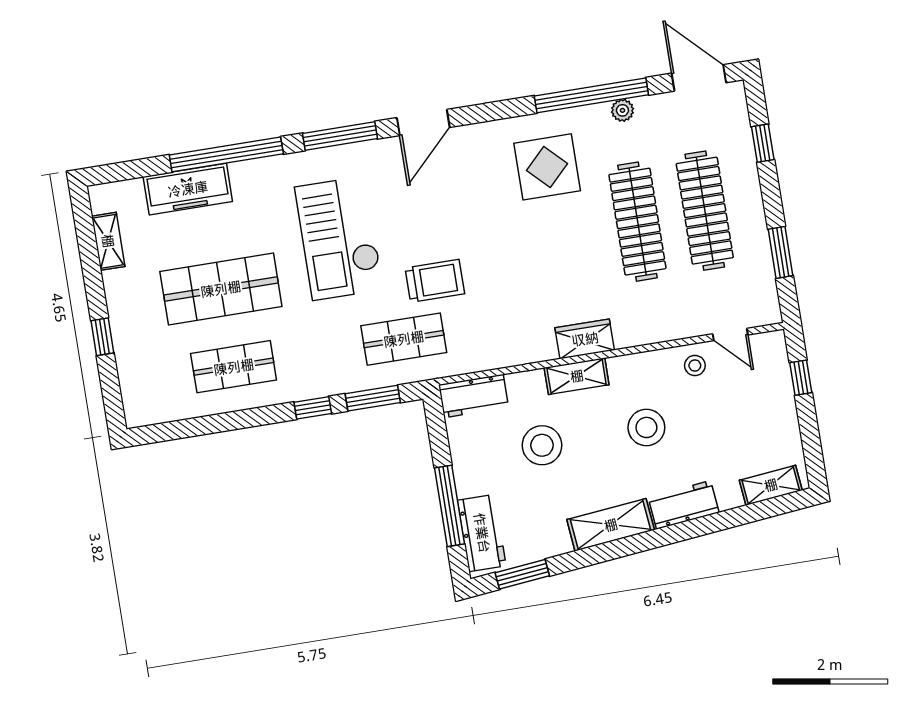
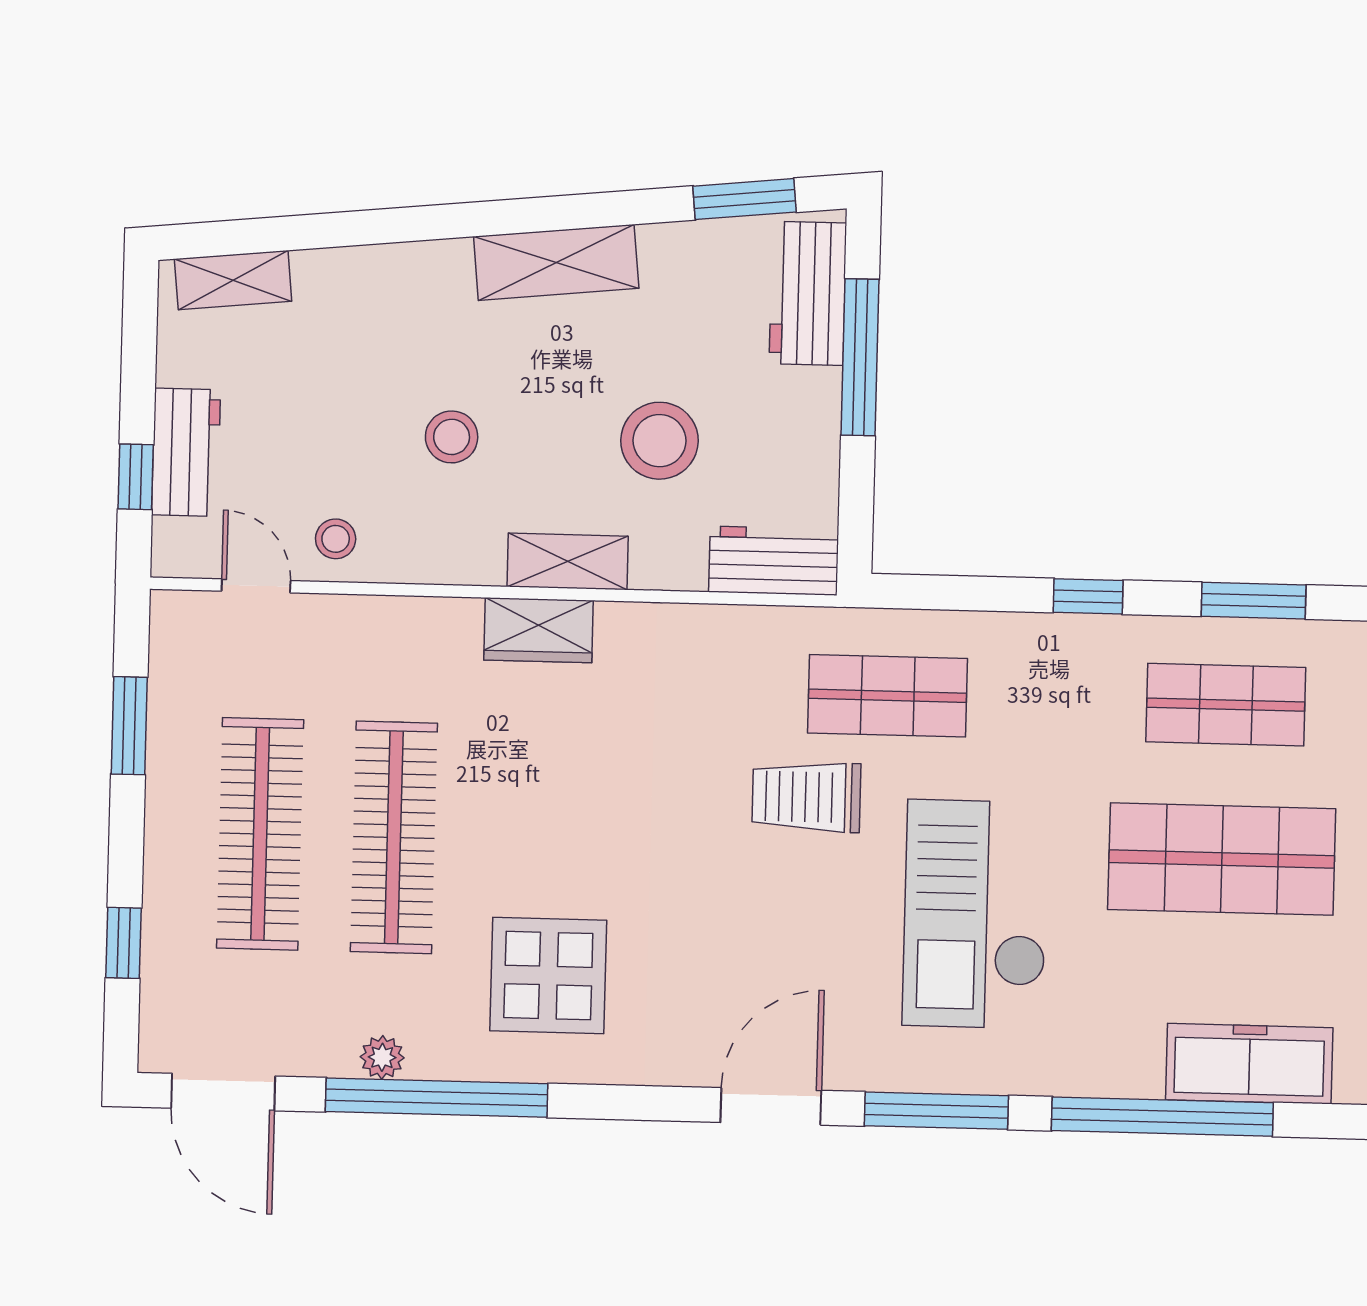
checkout: (339, 238) -> (975, 914), turned 180
window: (373, 398) -> (1254, 601), moved
stool: (646, 427) -> (452, 437), width x0.73, depth x0.73
workbench: (684, 505) -> (186, 452), moved, turned -84

